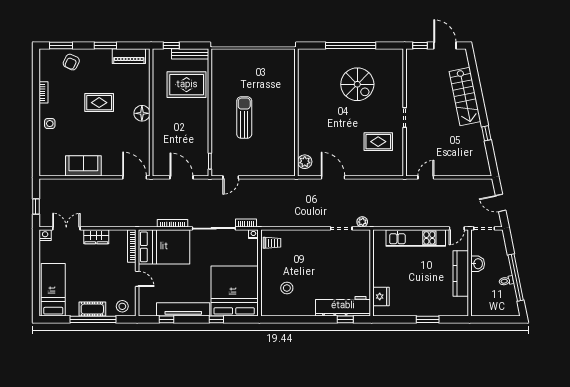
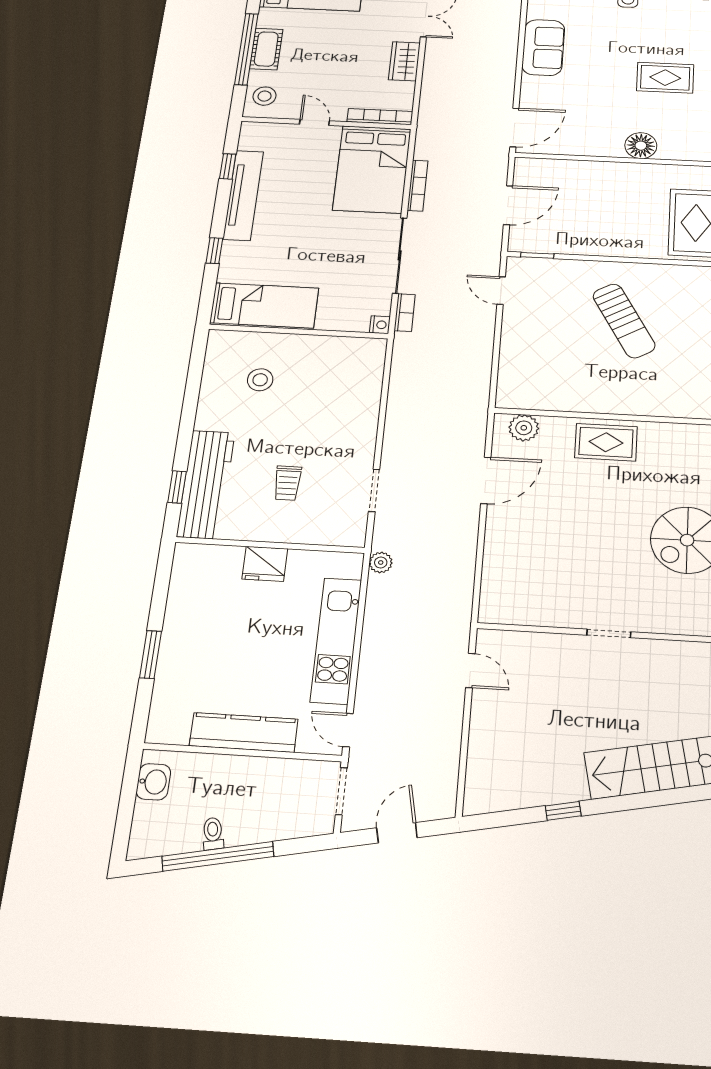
rug: (99, 103) -> (665, 78), turned 90
sun lounger: (244, 118) -> (624, 321), turned 60
rug: (378, 142) -> (606, 442), moved, turned 90
plant: (362, 222) -> (381, 562), moved
trolley: (272, 243) -> (287, 483), moved
washbasin: (478, 264) -> (153, 782), moved, turned -90
door: (137, 279) -> (314, 122), swing flipped
bed: (234, 291) -> (264, 305), width x0.49
fridge: (381, 297) -> (265, 564), moved

